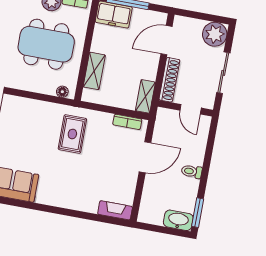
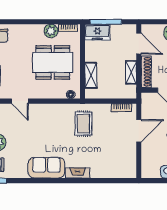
door: (166, 40) -> (139, 44), swing flipped
shelving: (145, 96) -> (131, 72), moved
fireplace: (115, 210) -> (78, 173), moved

